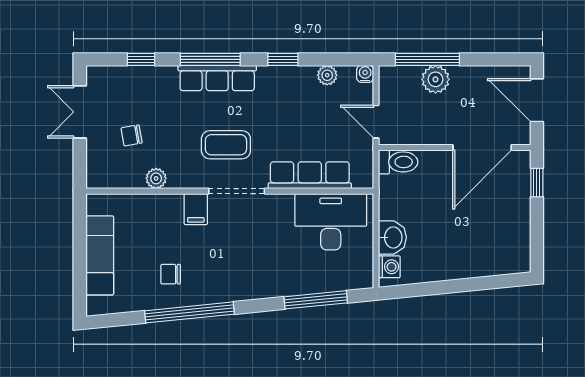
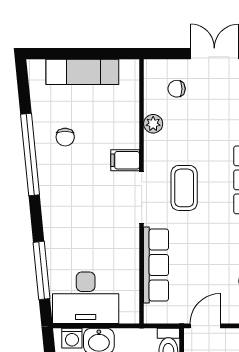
chair: (132, 135) -> (177, 89), moved, turned -80
desk: (331, 222) -> (86, 298), moved, turned 90
chair: (171, 274) -> (65, 137), turned 180

